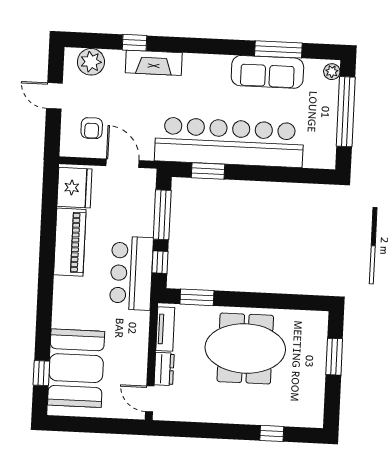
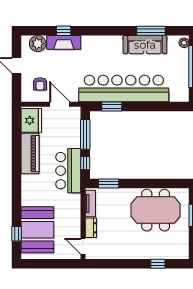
fireplace: (154, 63) -> (64, 42), moved
meeting table: (245, 348) -> (156, 210), moved

